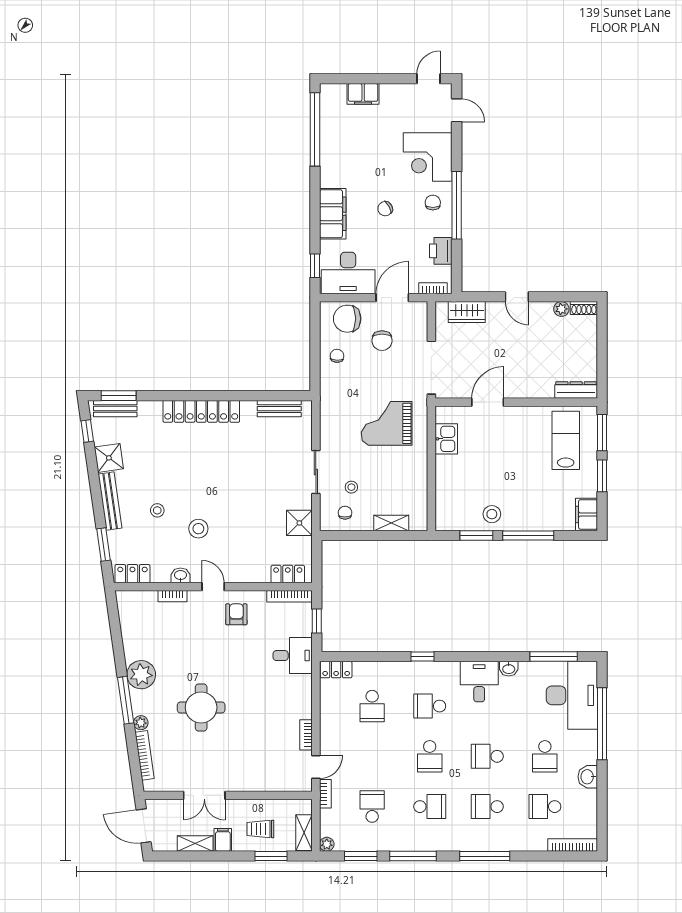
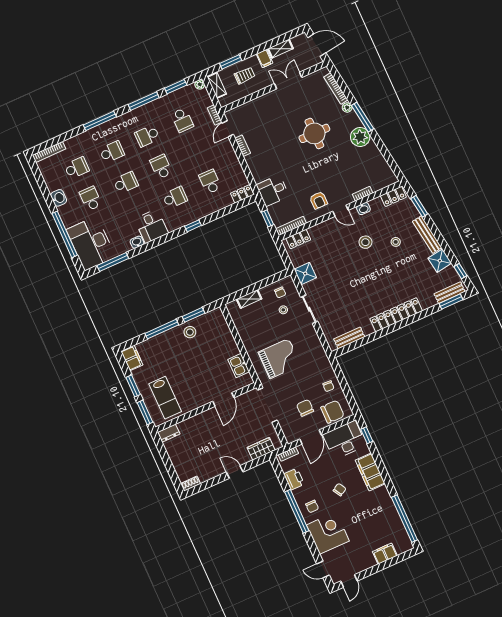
plant: (561, 309) -> (204, 477), removed
dresser: (576, 390) -> (169, 433), width x0.70

